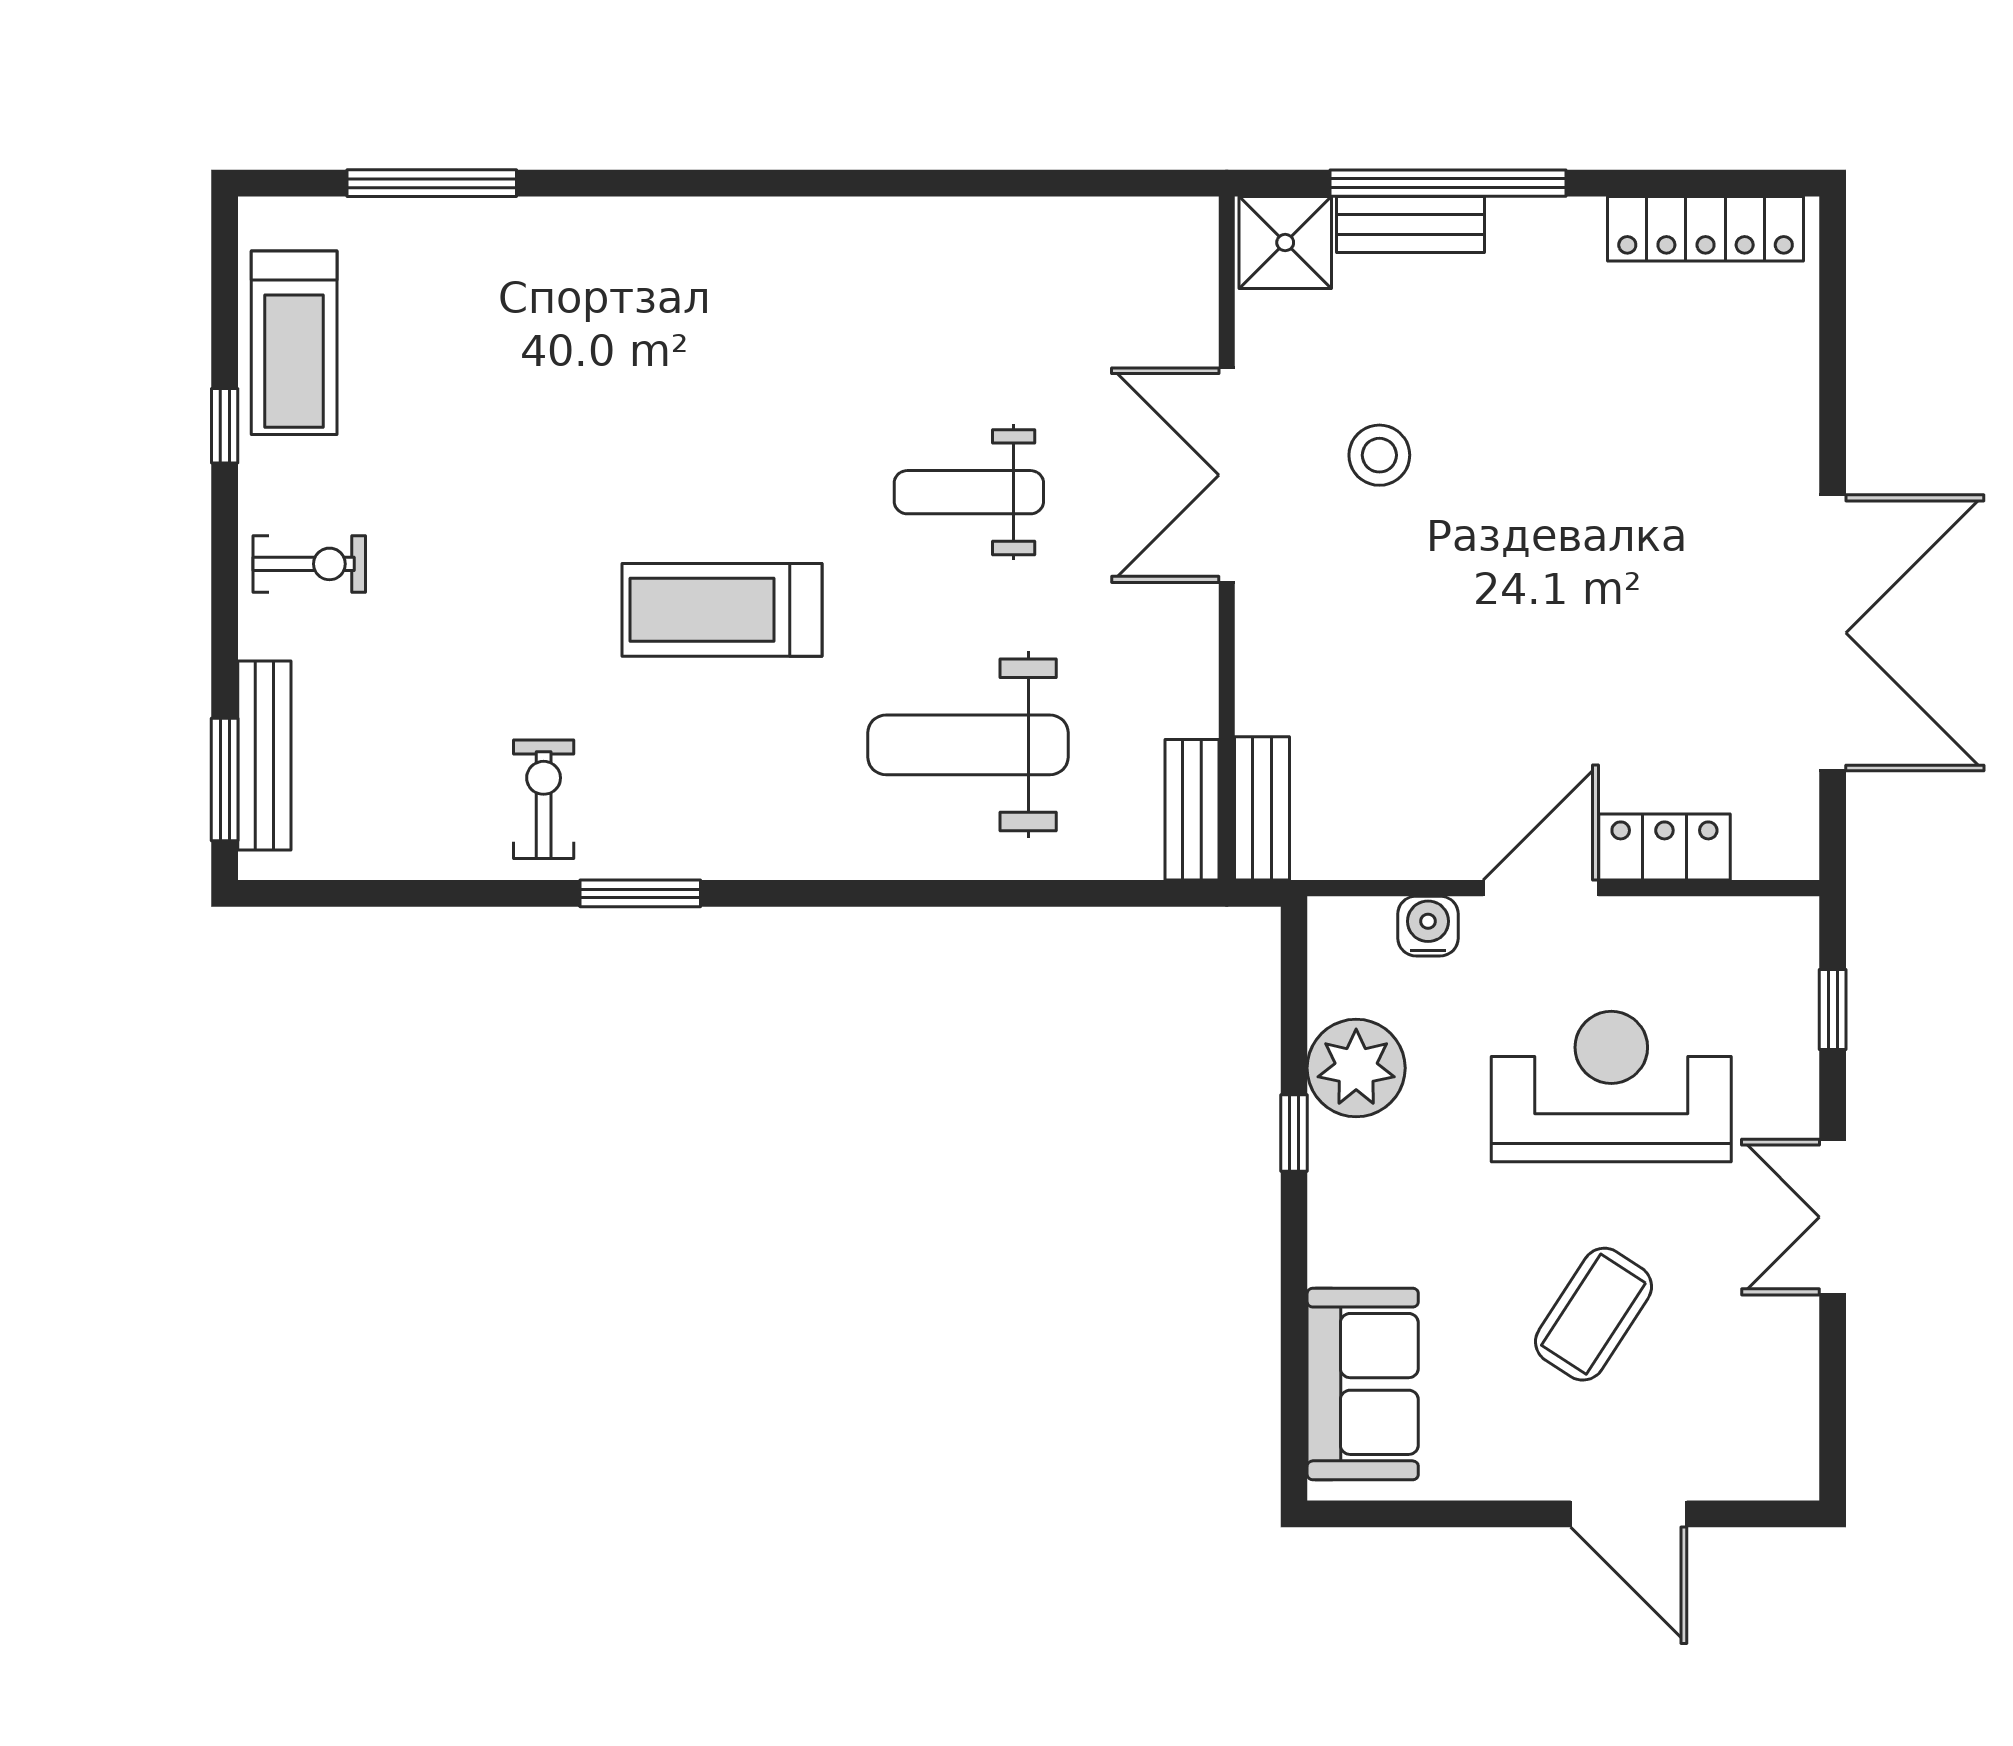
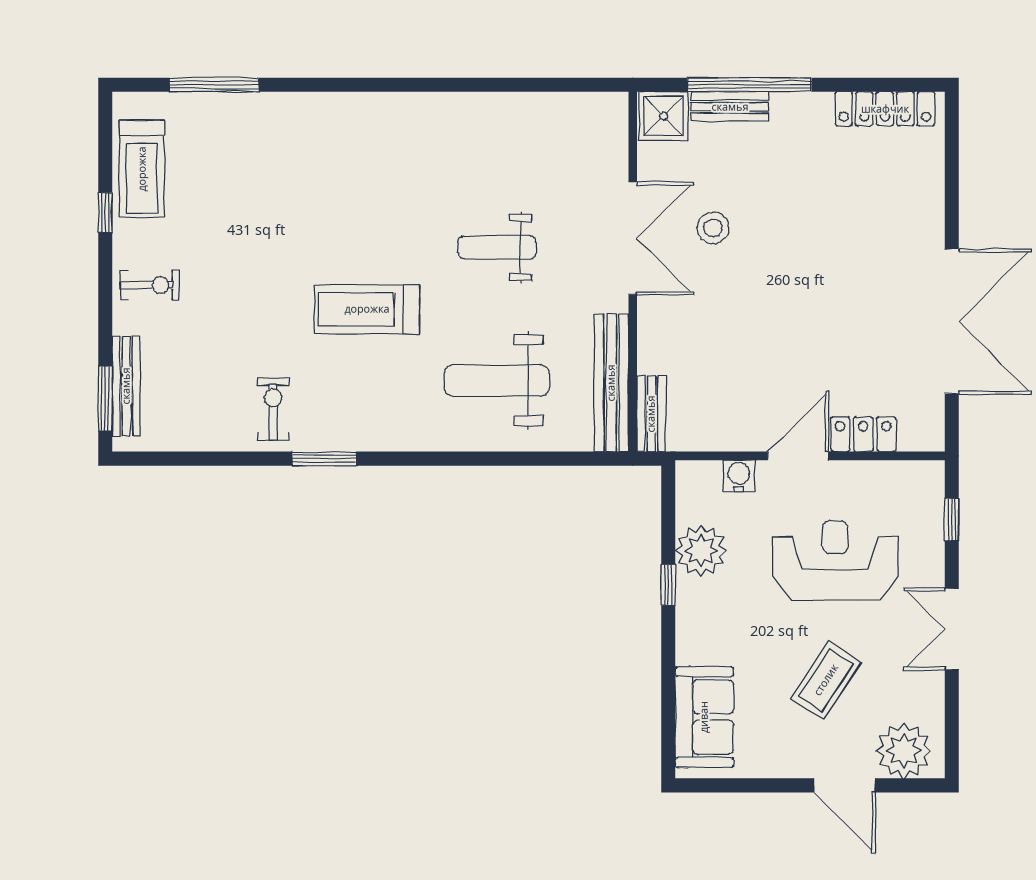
double door: (1227, 475) -> (633, 238), swing flipped
bench: (1192, 810) -> (611, 383), width x1.86, depth x1.21
plant: (1742, 1448) -> (904, 751), added

